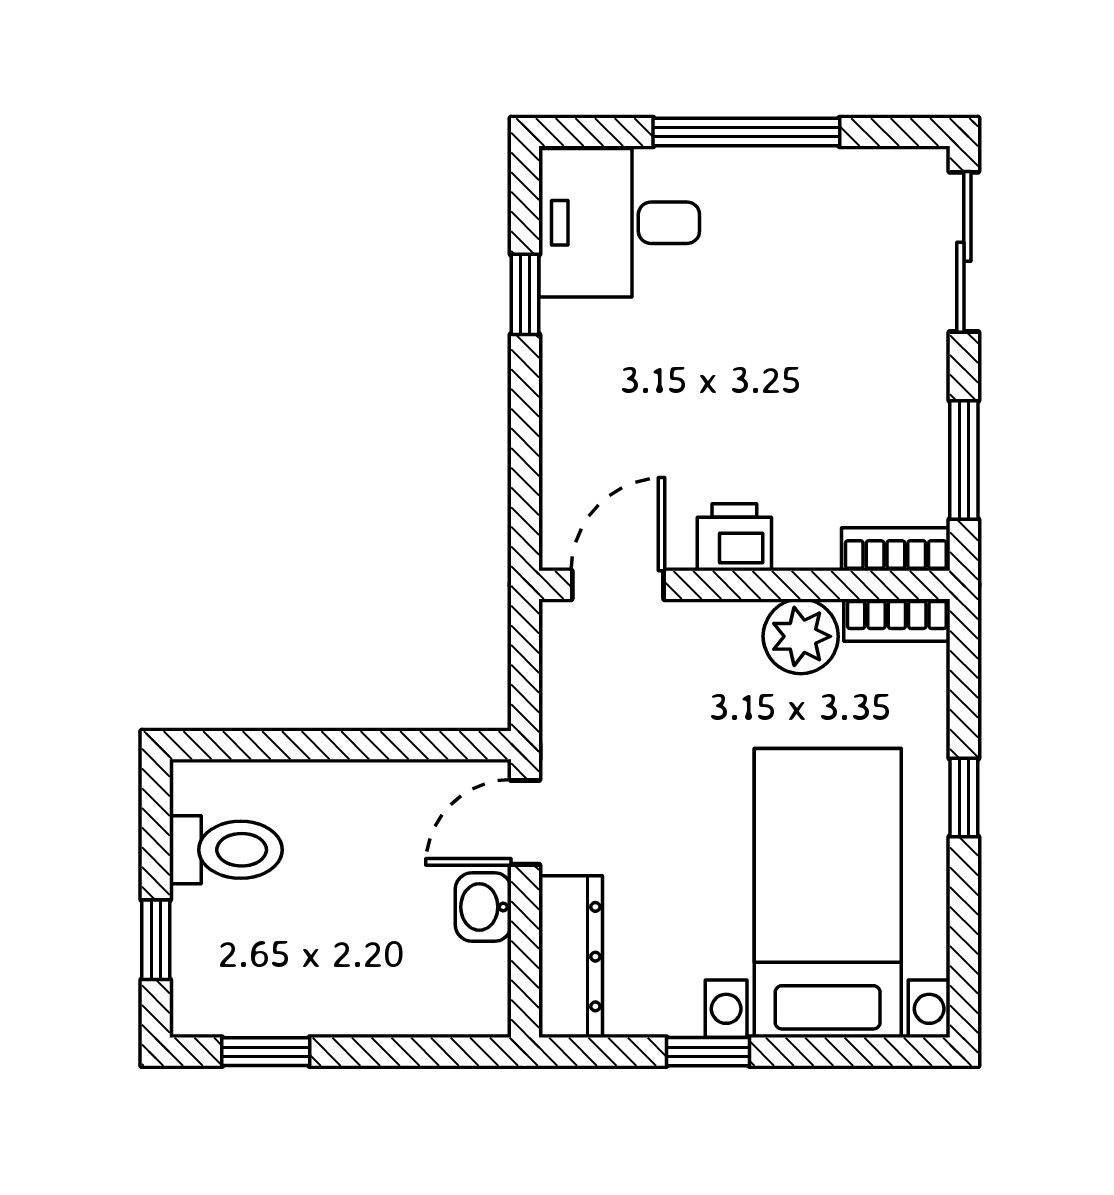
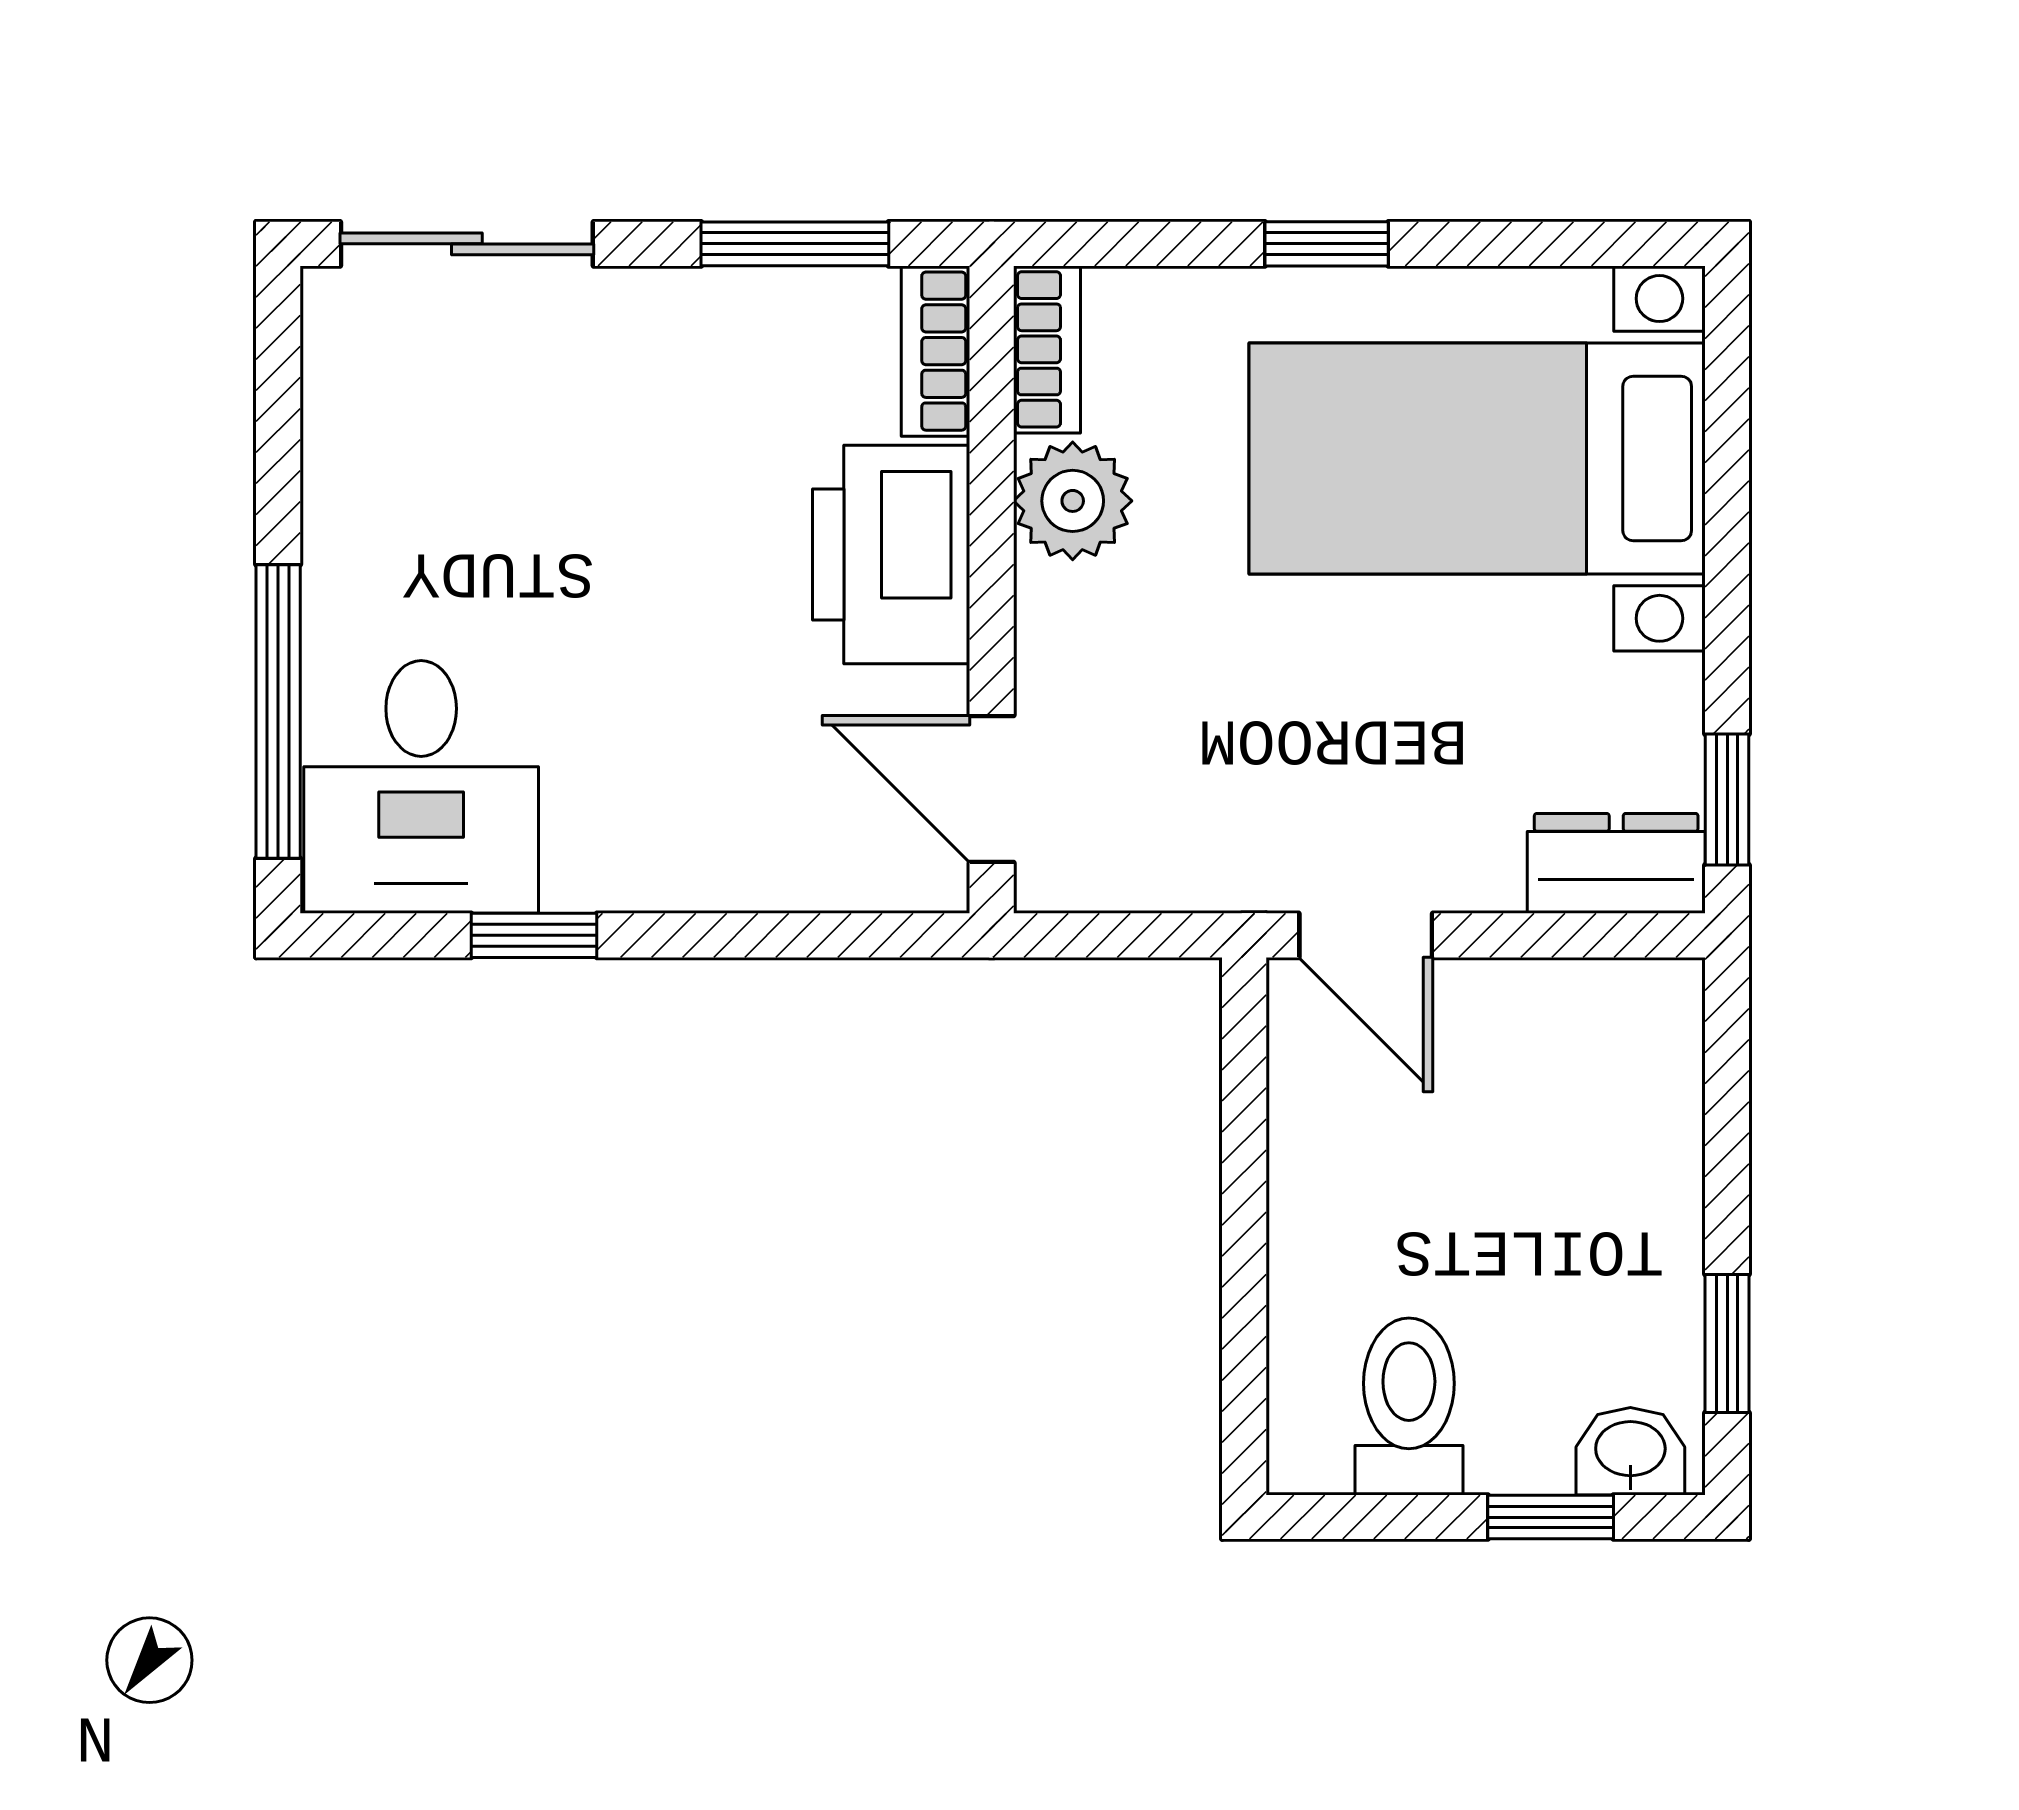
window: (746, 132) -> (278, 712), moved
printer: (734, 537) -> (891, 554), width x1.87, depth x1.48
washbasin: (483, 907) -> (1630, 1451), moved, turned 180
dresser: (571, 957) -> (1616, 863), width x0.70
window: (708, 1052) -> (1727, 799), moved

